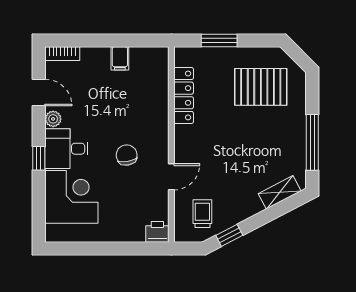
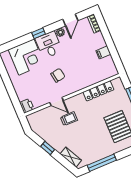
trolley: (202, 214) -> (69, 119), moved
window: (229, 235) -> (48, 148), moved

